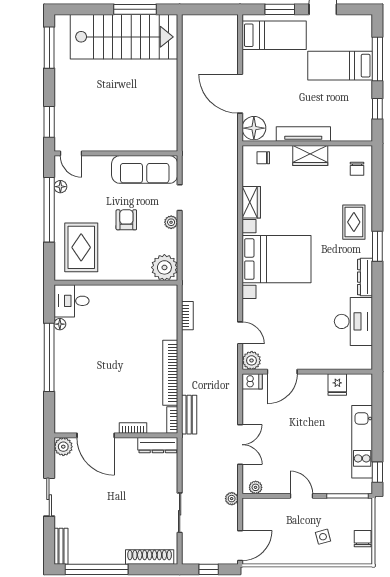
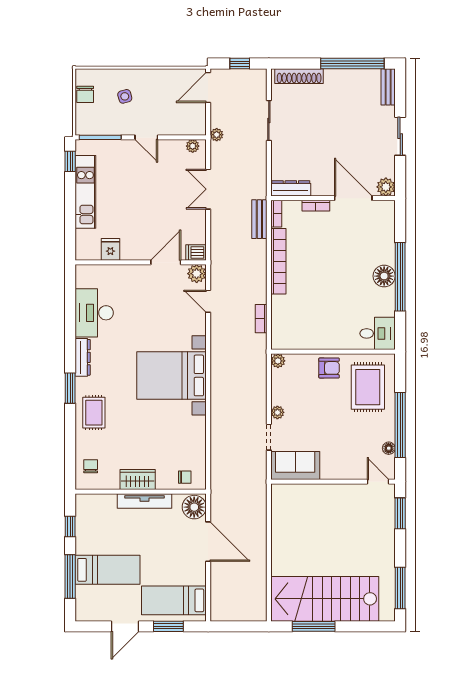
sofa: (145, 169) -> (295, 465), width x0.73
wardrobe: (251, 202) -> (197, 432), removed
armchair: (126, 220) -> (329, 368), moved, turned -90
plant: (164, 267) -> (278, 361), width x0.53, depth x0.53
floor lamp: (60, 324) -> (384, 276), moved, width x1.89, depth x1.89

